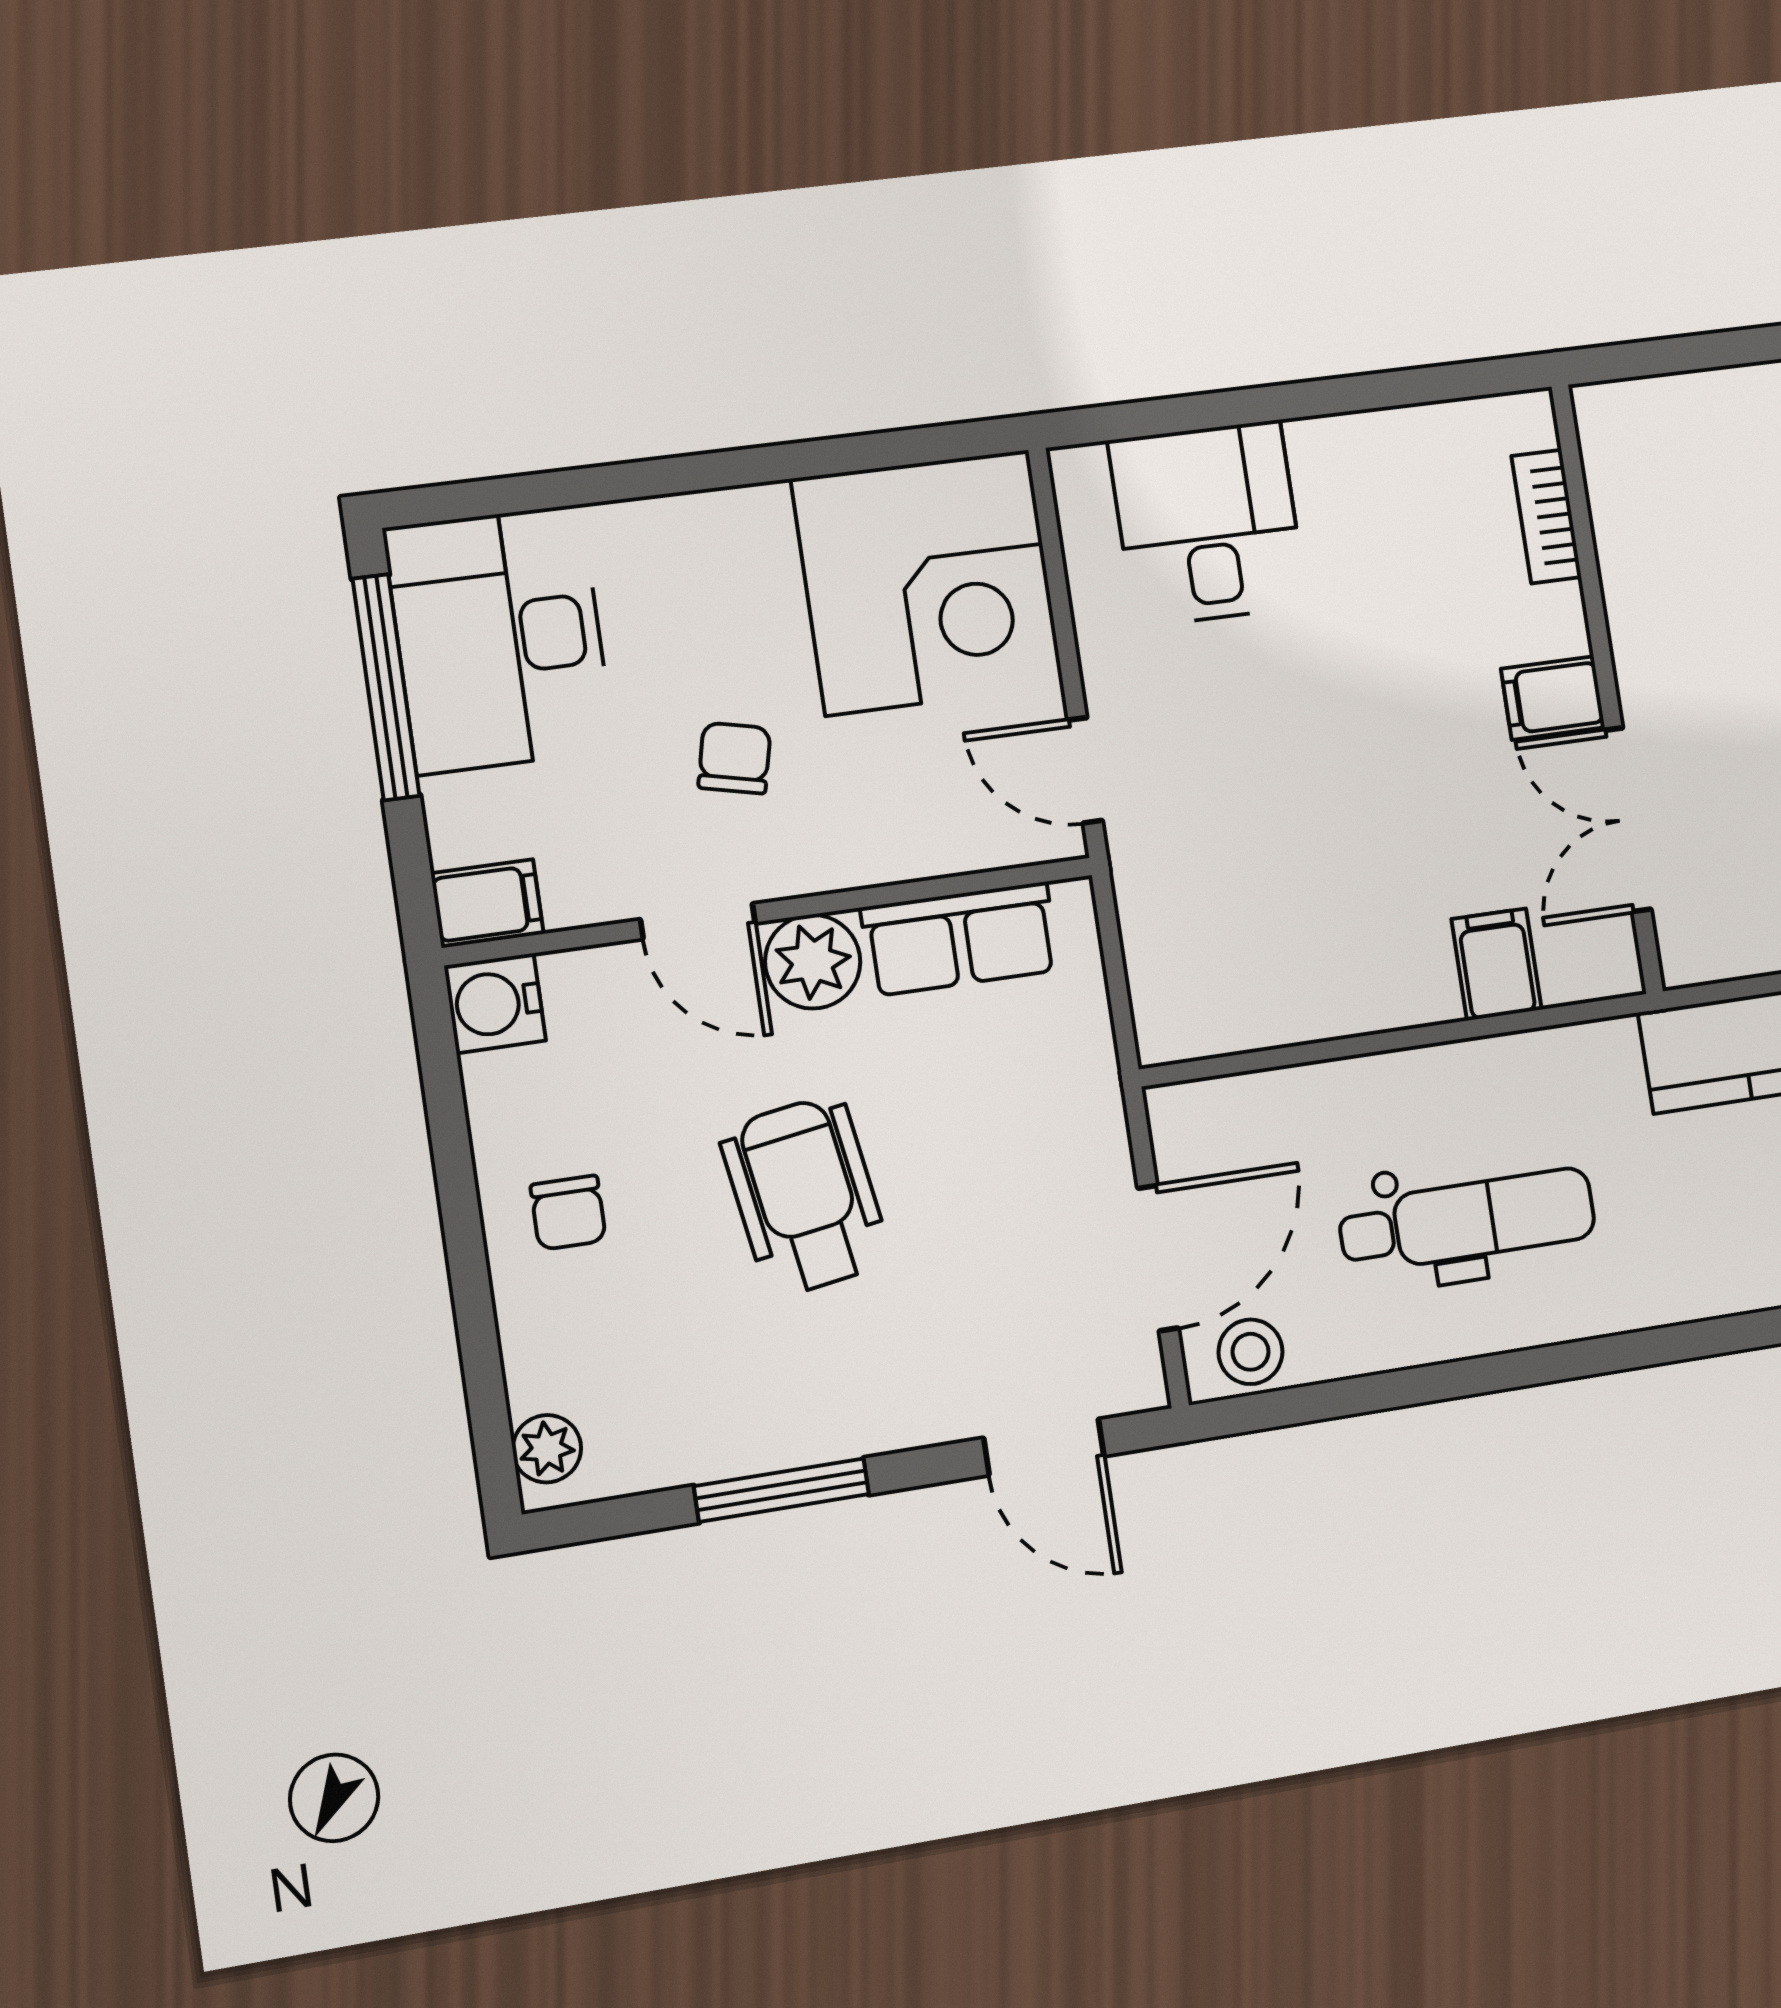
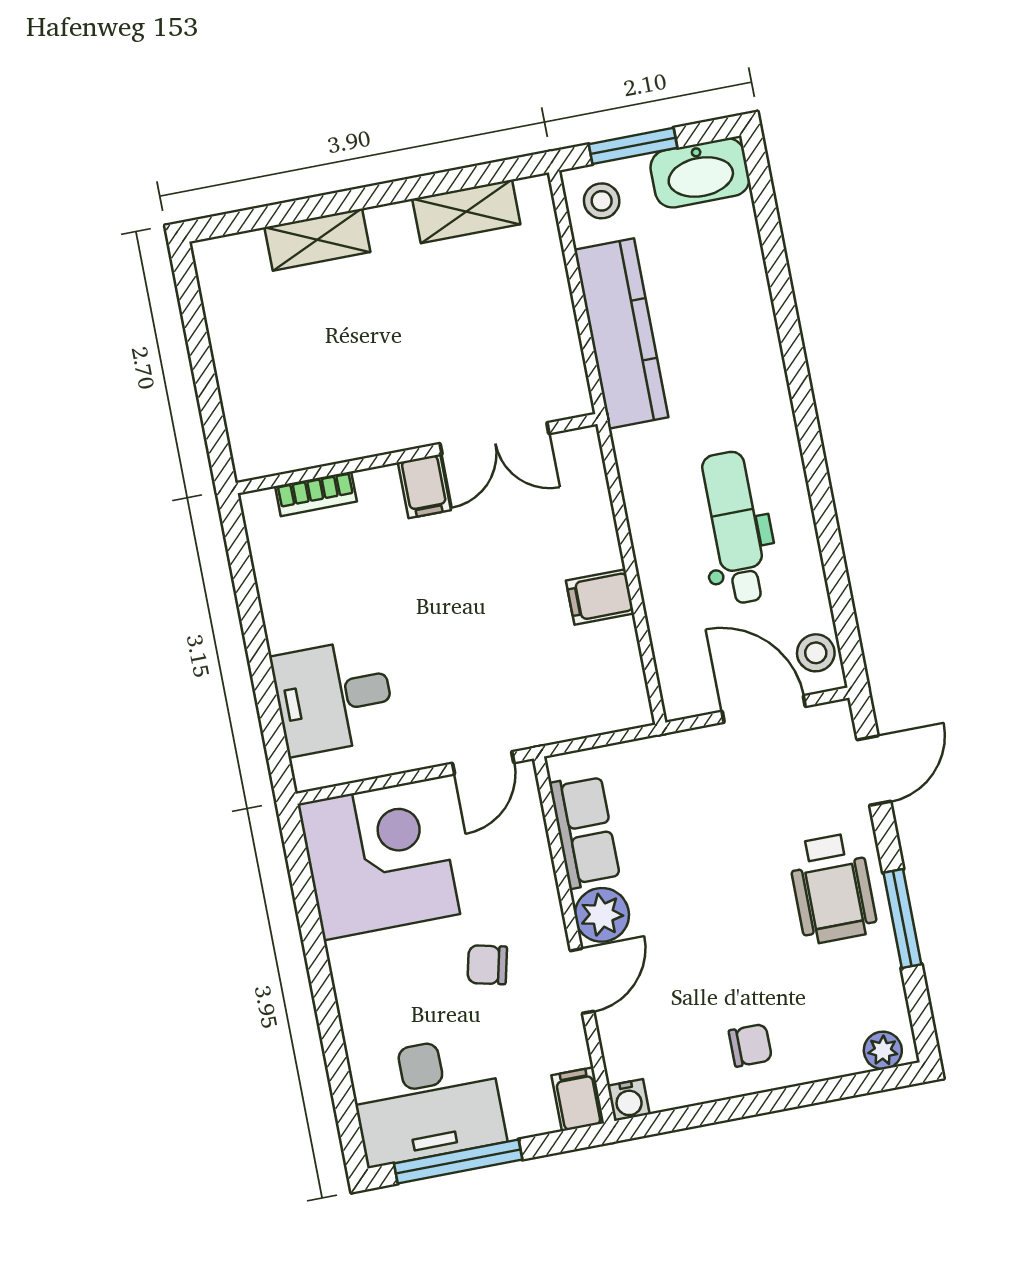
filing cabinet: (1497, 964) -> (600, 597), moved
water cooler: (495, 1003) -> (629, 1100), width x0.72, depth x0.72
wheelchair: (805, 1196) -> (832, 888), moved, turned -81

